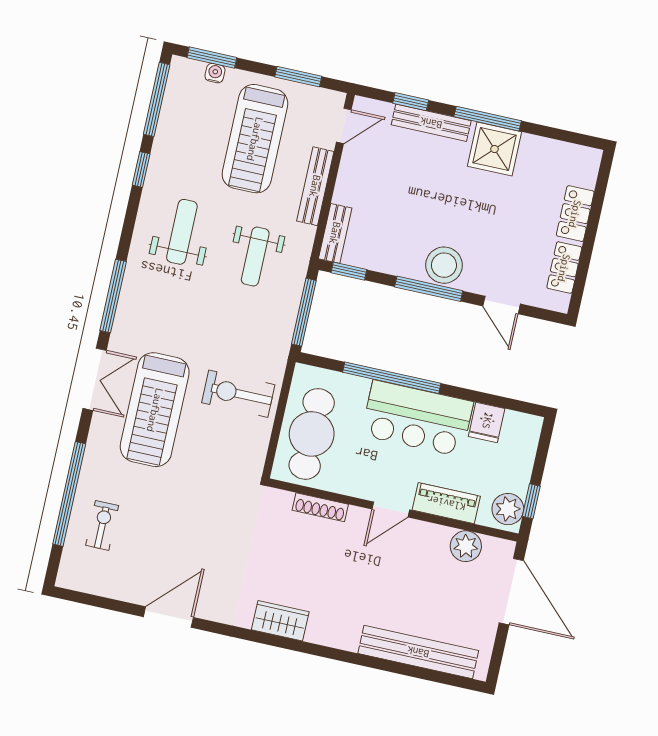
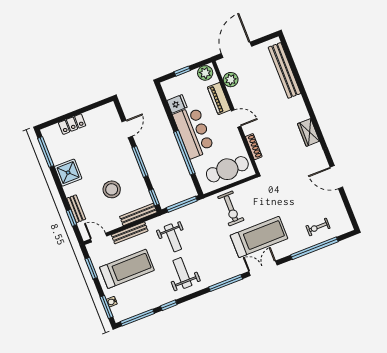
window: (488, 119) -> (46, 152), moved
bench: (431, 123) -> (76, 209), width x0.73
weight bench: (182, 232) -> (182, 273), turned 90
bench: (335, 233) -> (138, 214), width x1.36
weight bench: (255, 257) -> (173, 238), turned 90
stool: (444, 265) -> (112, 189), moved
locker: (564, 268) -> (96, 114), removed
window: (531, 501) -> (182, 71), moved

